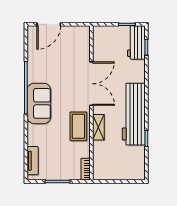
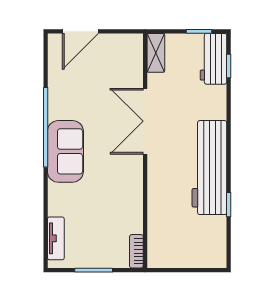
double door: (91, 84) -> (145, 121), swing flipped
coffee table: (78, 126) -> (125, 186), removed
shelving: (98, 127) -> (156, 53), moved

